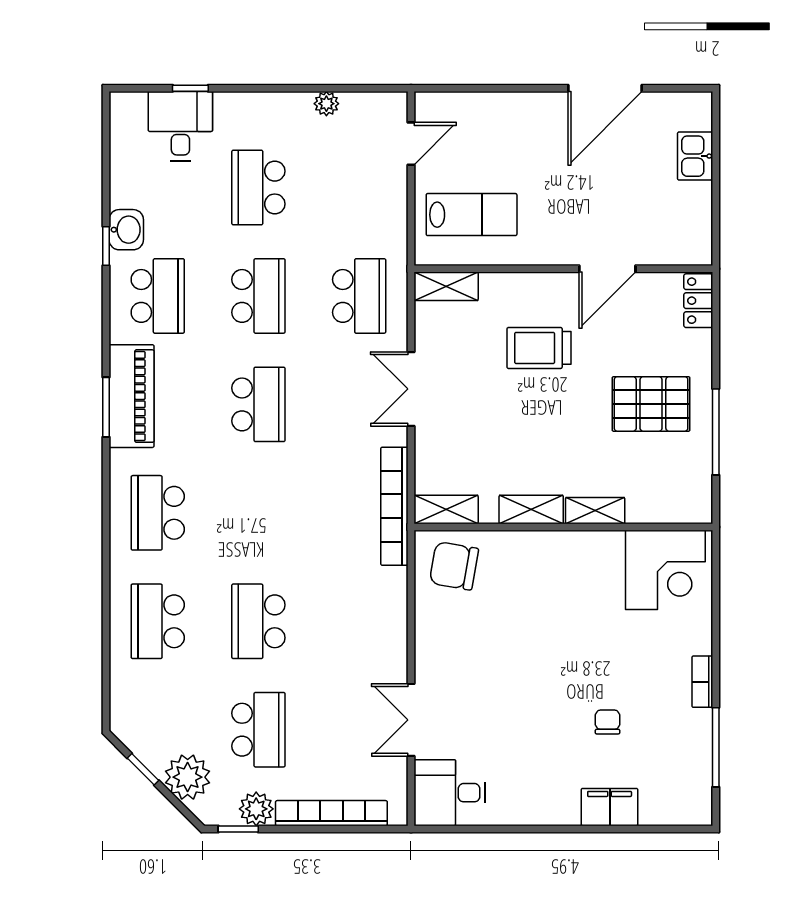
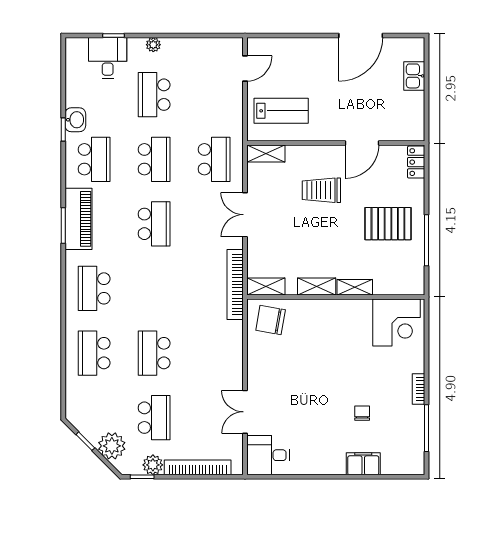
plant: (326, 104) -> (153, 45), moved

